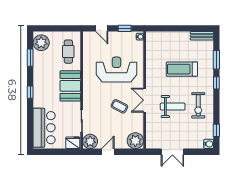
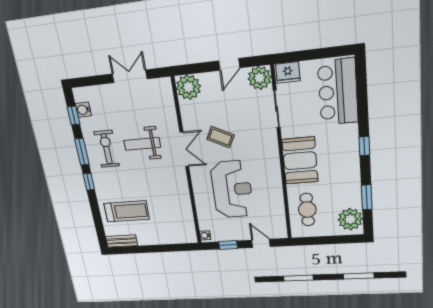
window: (216, 60) -> (82, 152), moved
treadmill: (182, 69) -> (127, 211), moved
reception desk: (117, 70) -> (232, 189), turned -90
water cooler: (209, 144) -> (83, 110), moved

